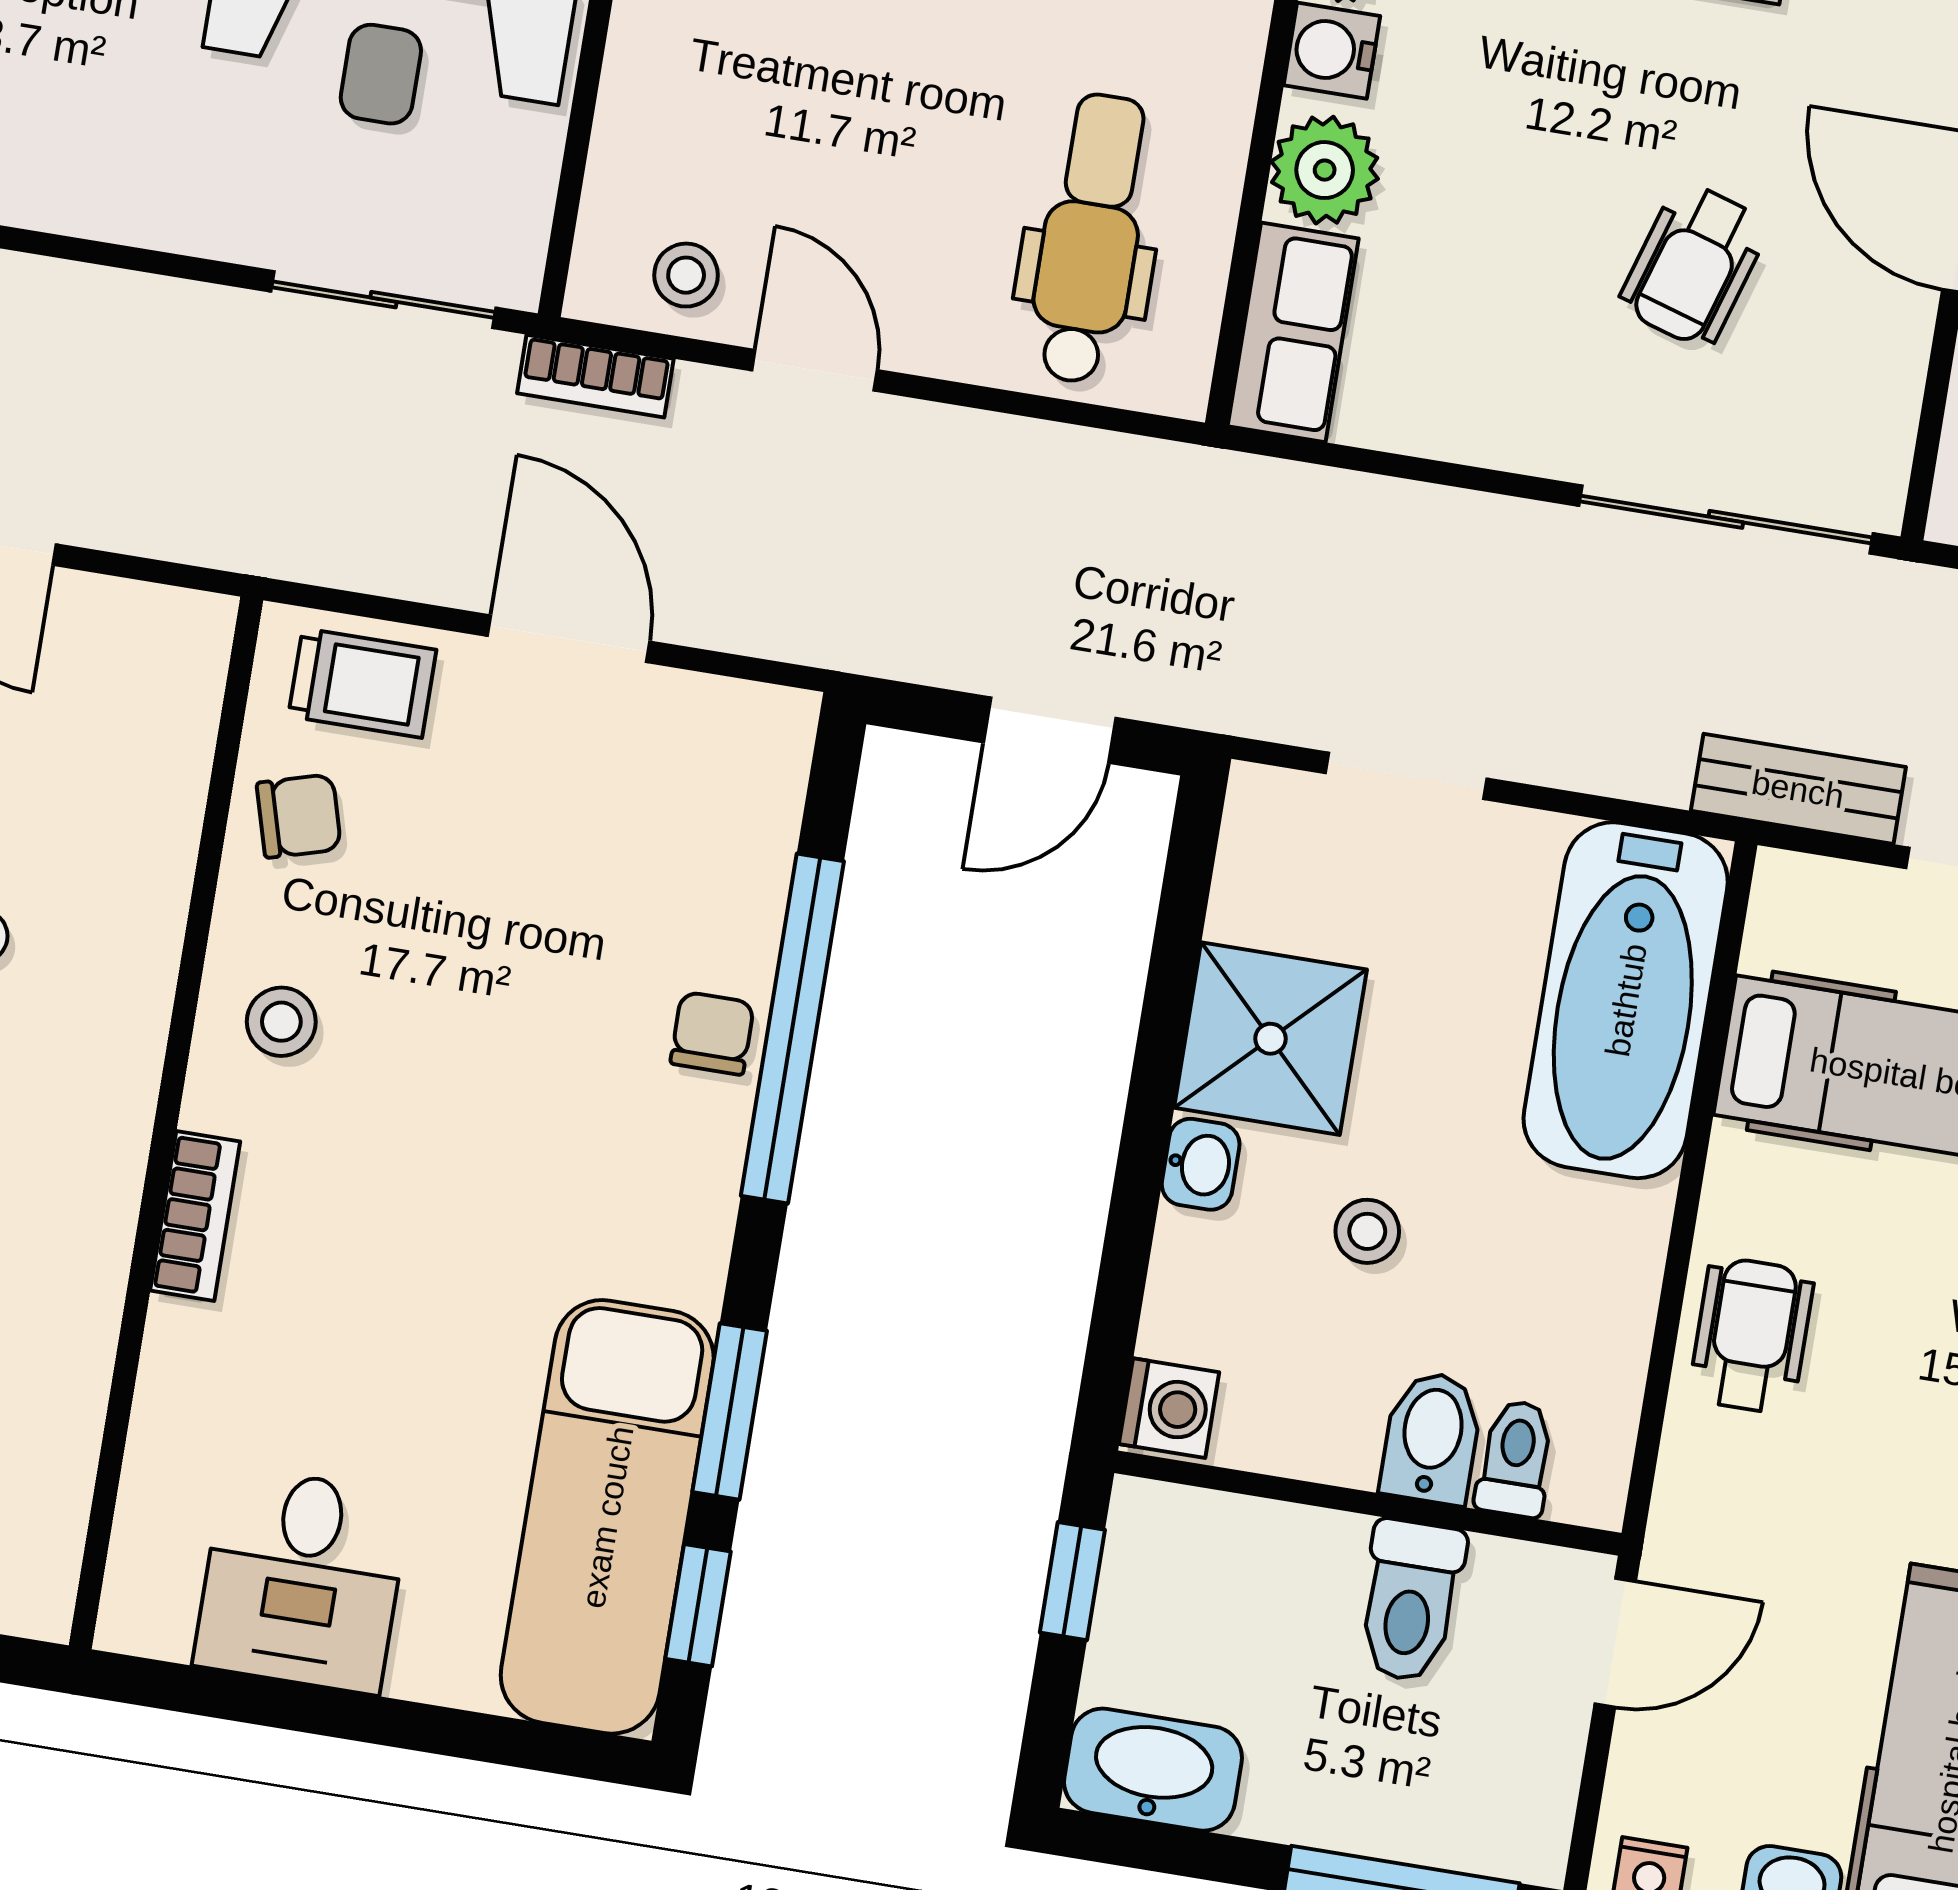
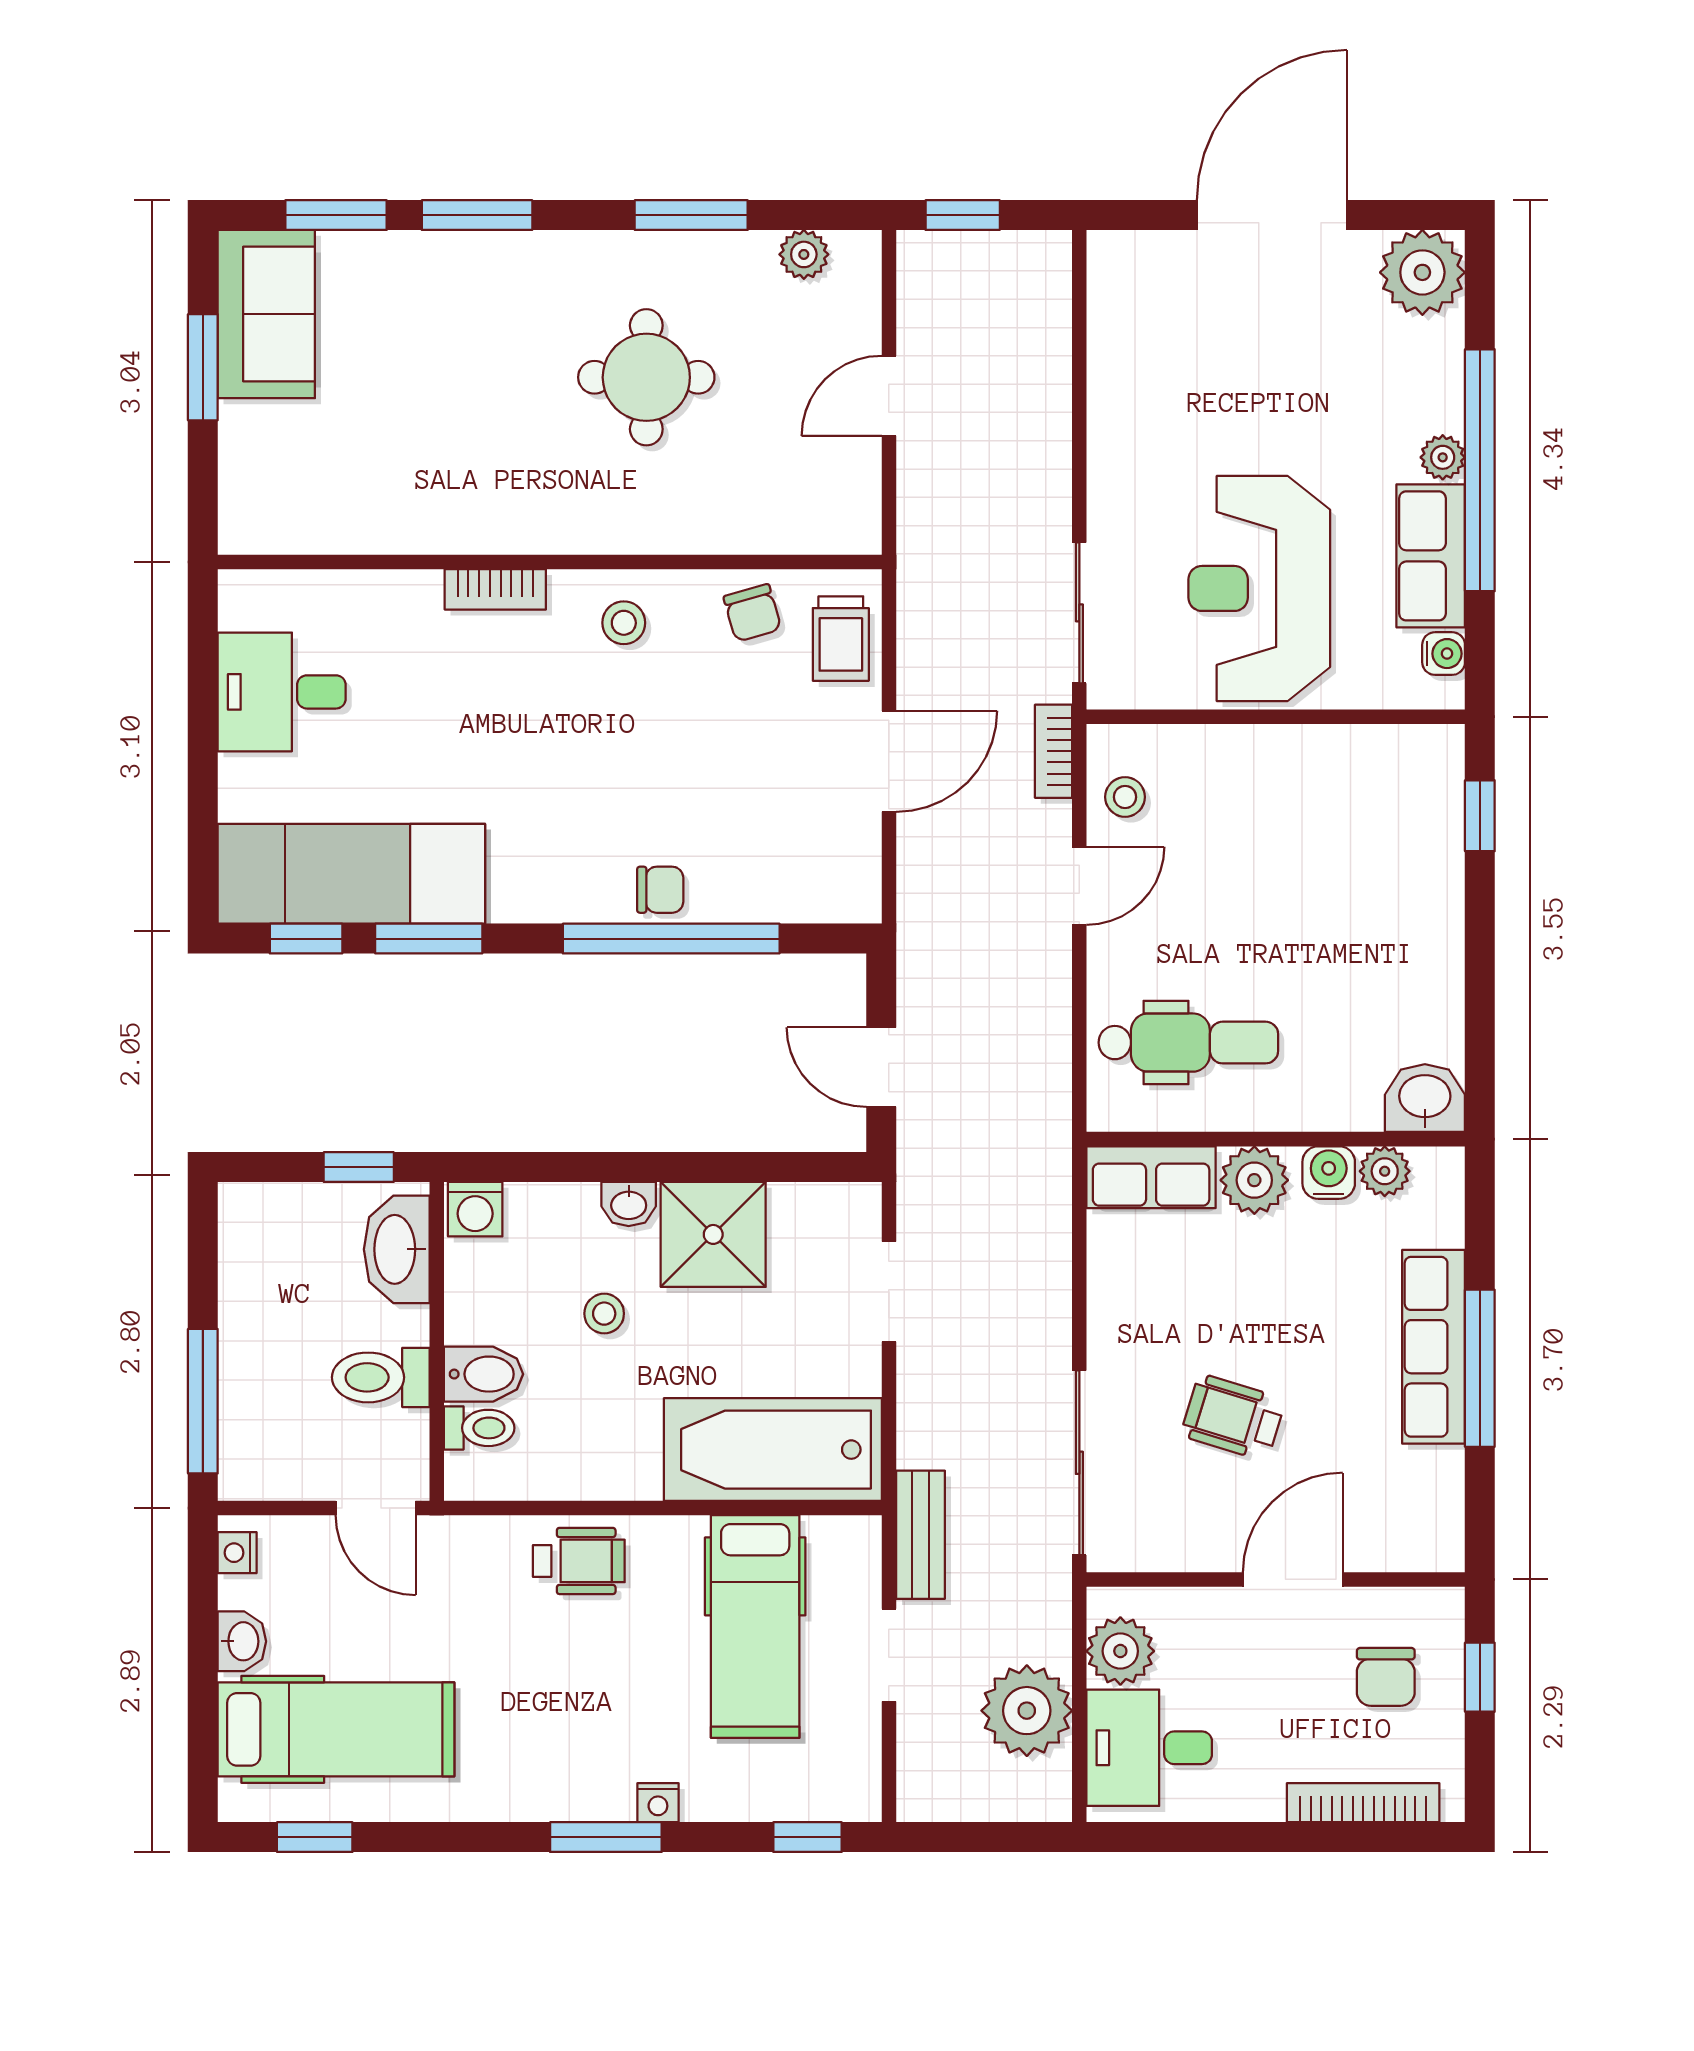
washbasin: (1153, 1770) -> (397, 1249), moved, turned 180

